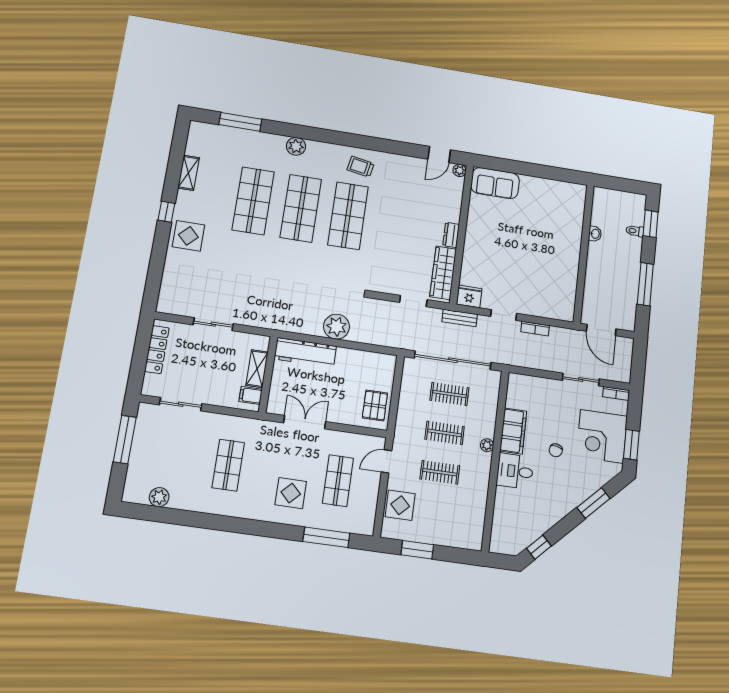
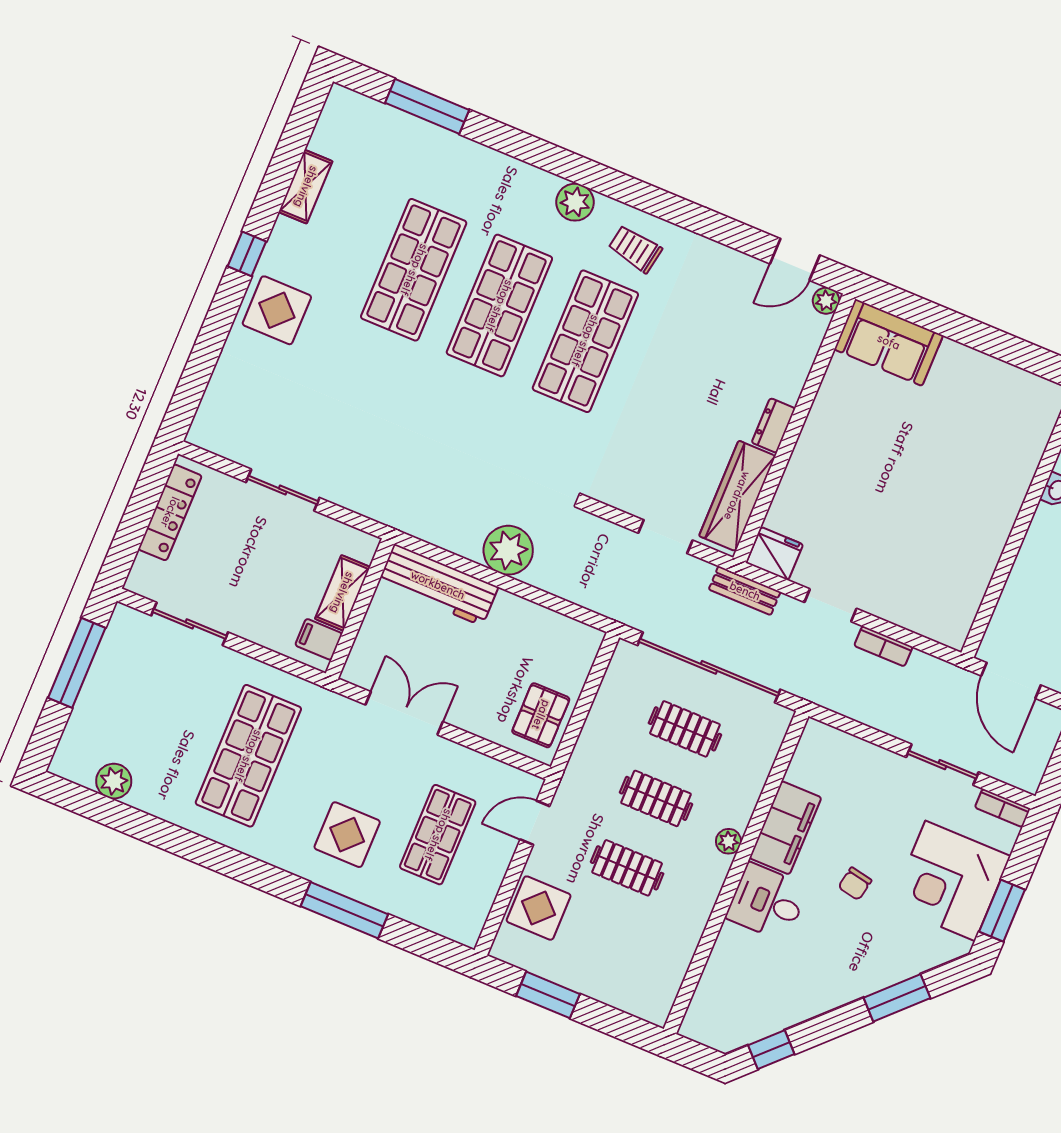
plant: (296, 146) -> (575, 202), moved
shop shelf: (228, 465) -> (248, 756), width x1.43, depth x1.36
window: (326, 537) -> (344, 910), moved

